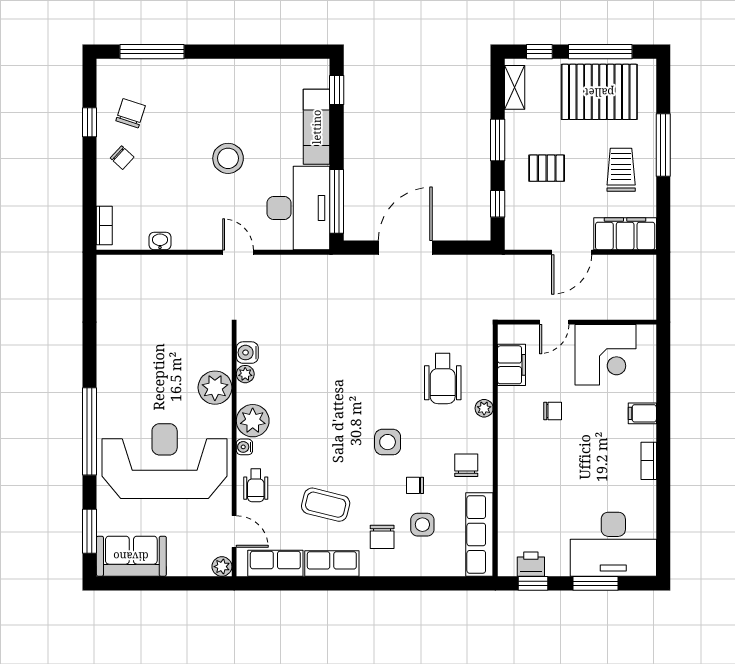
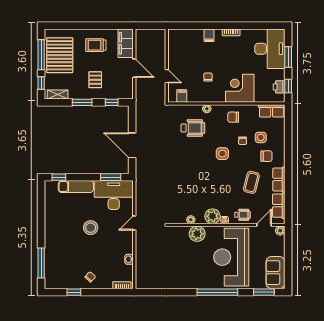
chair: (131, 113) -> (70, 273), removed
window: (663, 145) -> (84, 26), removed
window: (337, 201) -> (111, 177), width x0.69
water cooler: (247, 353) -> (181, 219), removed
corner desk: (606, 355) -> (240, 88), moved, turned -90
filing cabinet: (512, 365) -> (182, 96), width x0.50
row of seats: (479, 535) -> (272, 111), width x0.68

